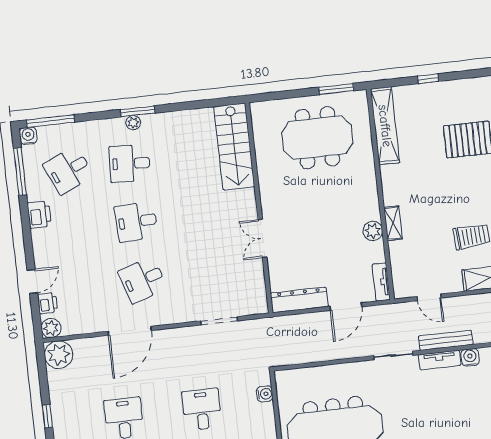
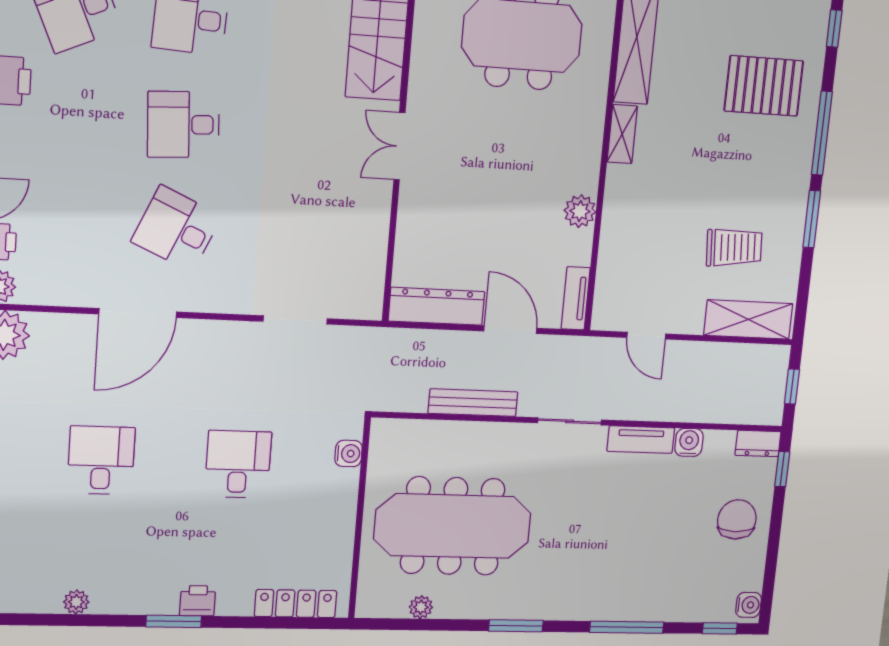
shelving: (393, 223) -> (622, 134), moved
double door: (262, 238) -> (399, 146), moved
desk: (143, 280) -> (176, 229), turned 42
door: (346, 307) -> (510, 330), swing flipped
bench: (446, 340) -> (473, 403), moved

